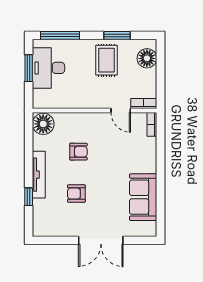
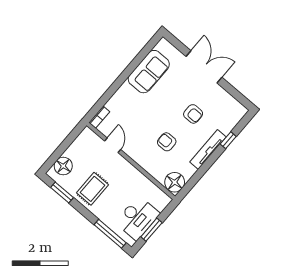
window: (117, 35) -> (62, 192), moved
bookcase: (144, 103) -> (92, 136), removed

